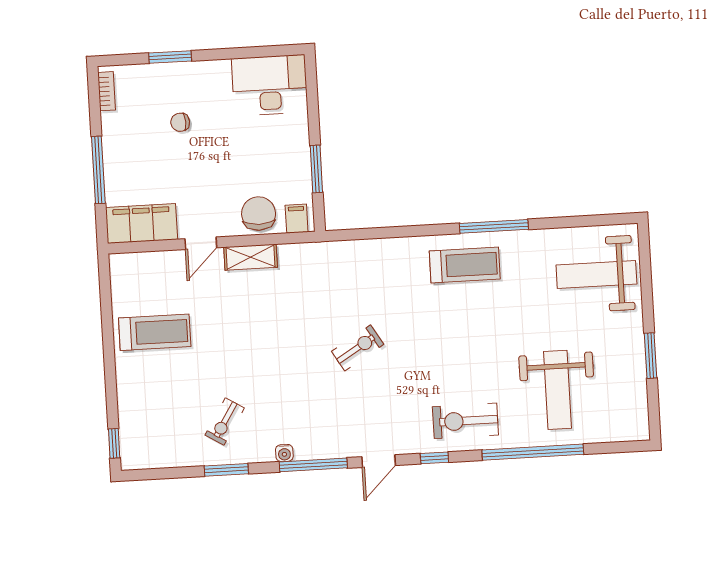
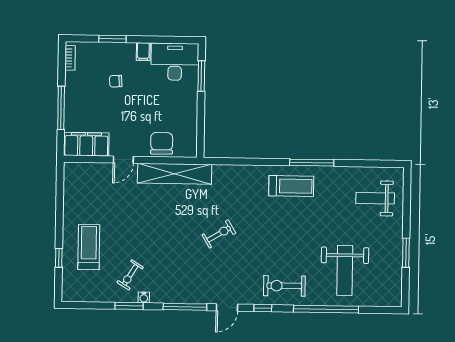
window: (316, 169) -> (201, 76), moved
filing cabinet: (297, 219) -> (143, 52), moved, turned 180
shelving: (251, 257) -> (175, 174), width x2.20, depth x1.33
weight bench: (596, 275) -> (375, 198), width x0.73, depth x0.75
treadmill: (155, 332) -> (89, 247), moved, turned -90
window: (114, 443) -> (59, 258), moved
water cooler: (284, 453) -> (144, 298), moved

